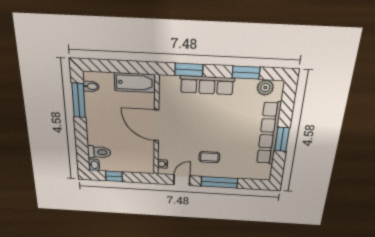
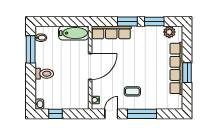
window: (189, 70) -> (127, 22), moved
row of seats: (207, 85) -> (111, 32), moved
door: (156, 125) -> (90, 67), swing flipped
toilet: (99, 152) -> (44, 74), moved

